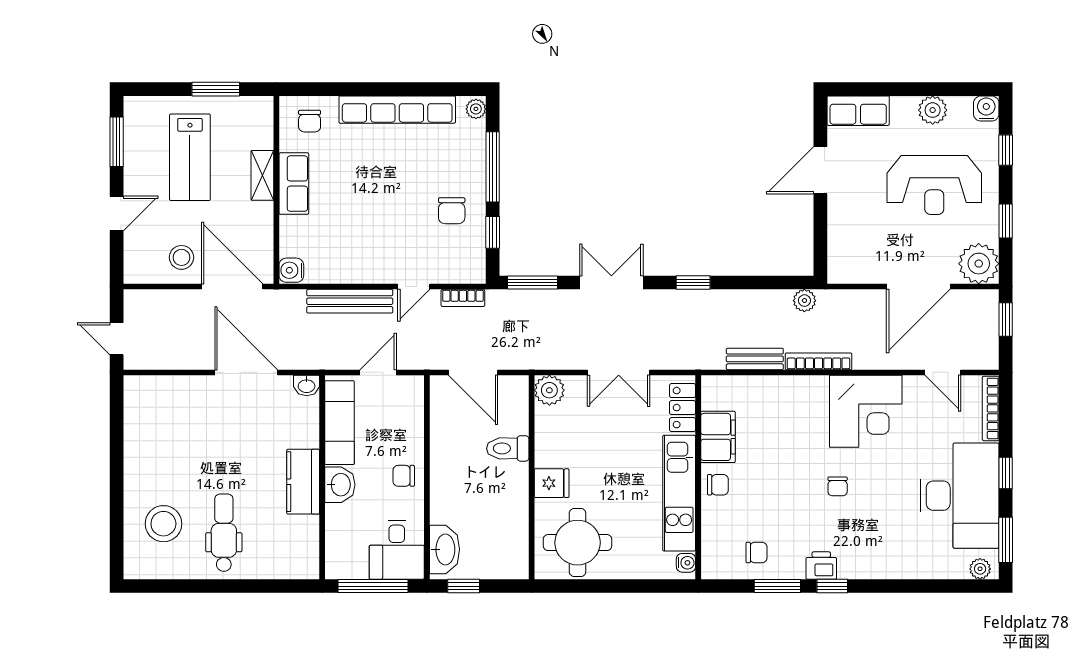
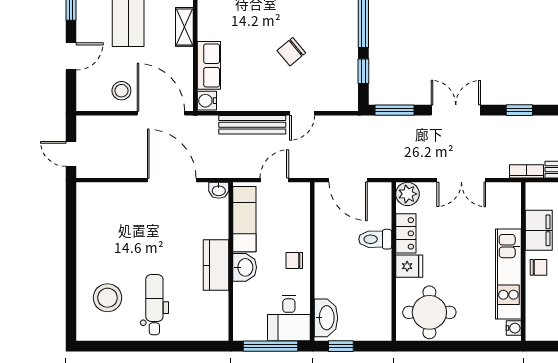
row of seats: (294, 184) -> (209, 65), moved
chair: (452, 211) -> (291, 52), moved, turned 50
bookcase: (463, 298) -> (527, 171), moved, turned 180
locker: (683, 408) -> (406, 233), moved, turned 180

